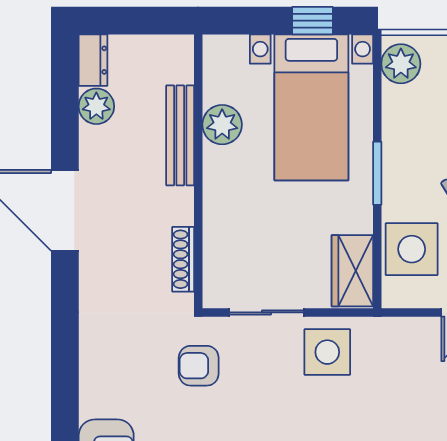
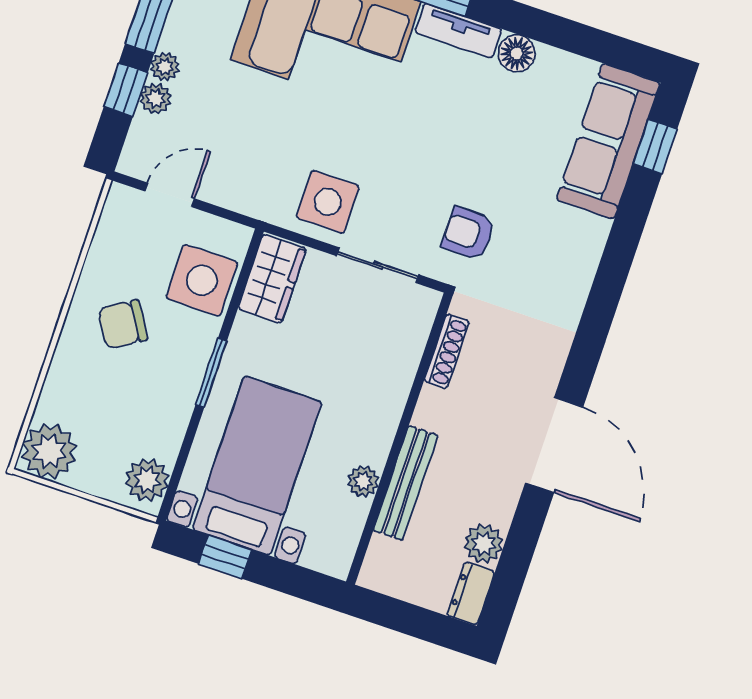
plant: (222, 125) -> (363, 481), width x0.73, depth x0.73
armchair: (199, 366) -> (468, 233), turned 180

